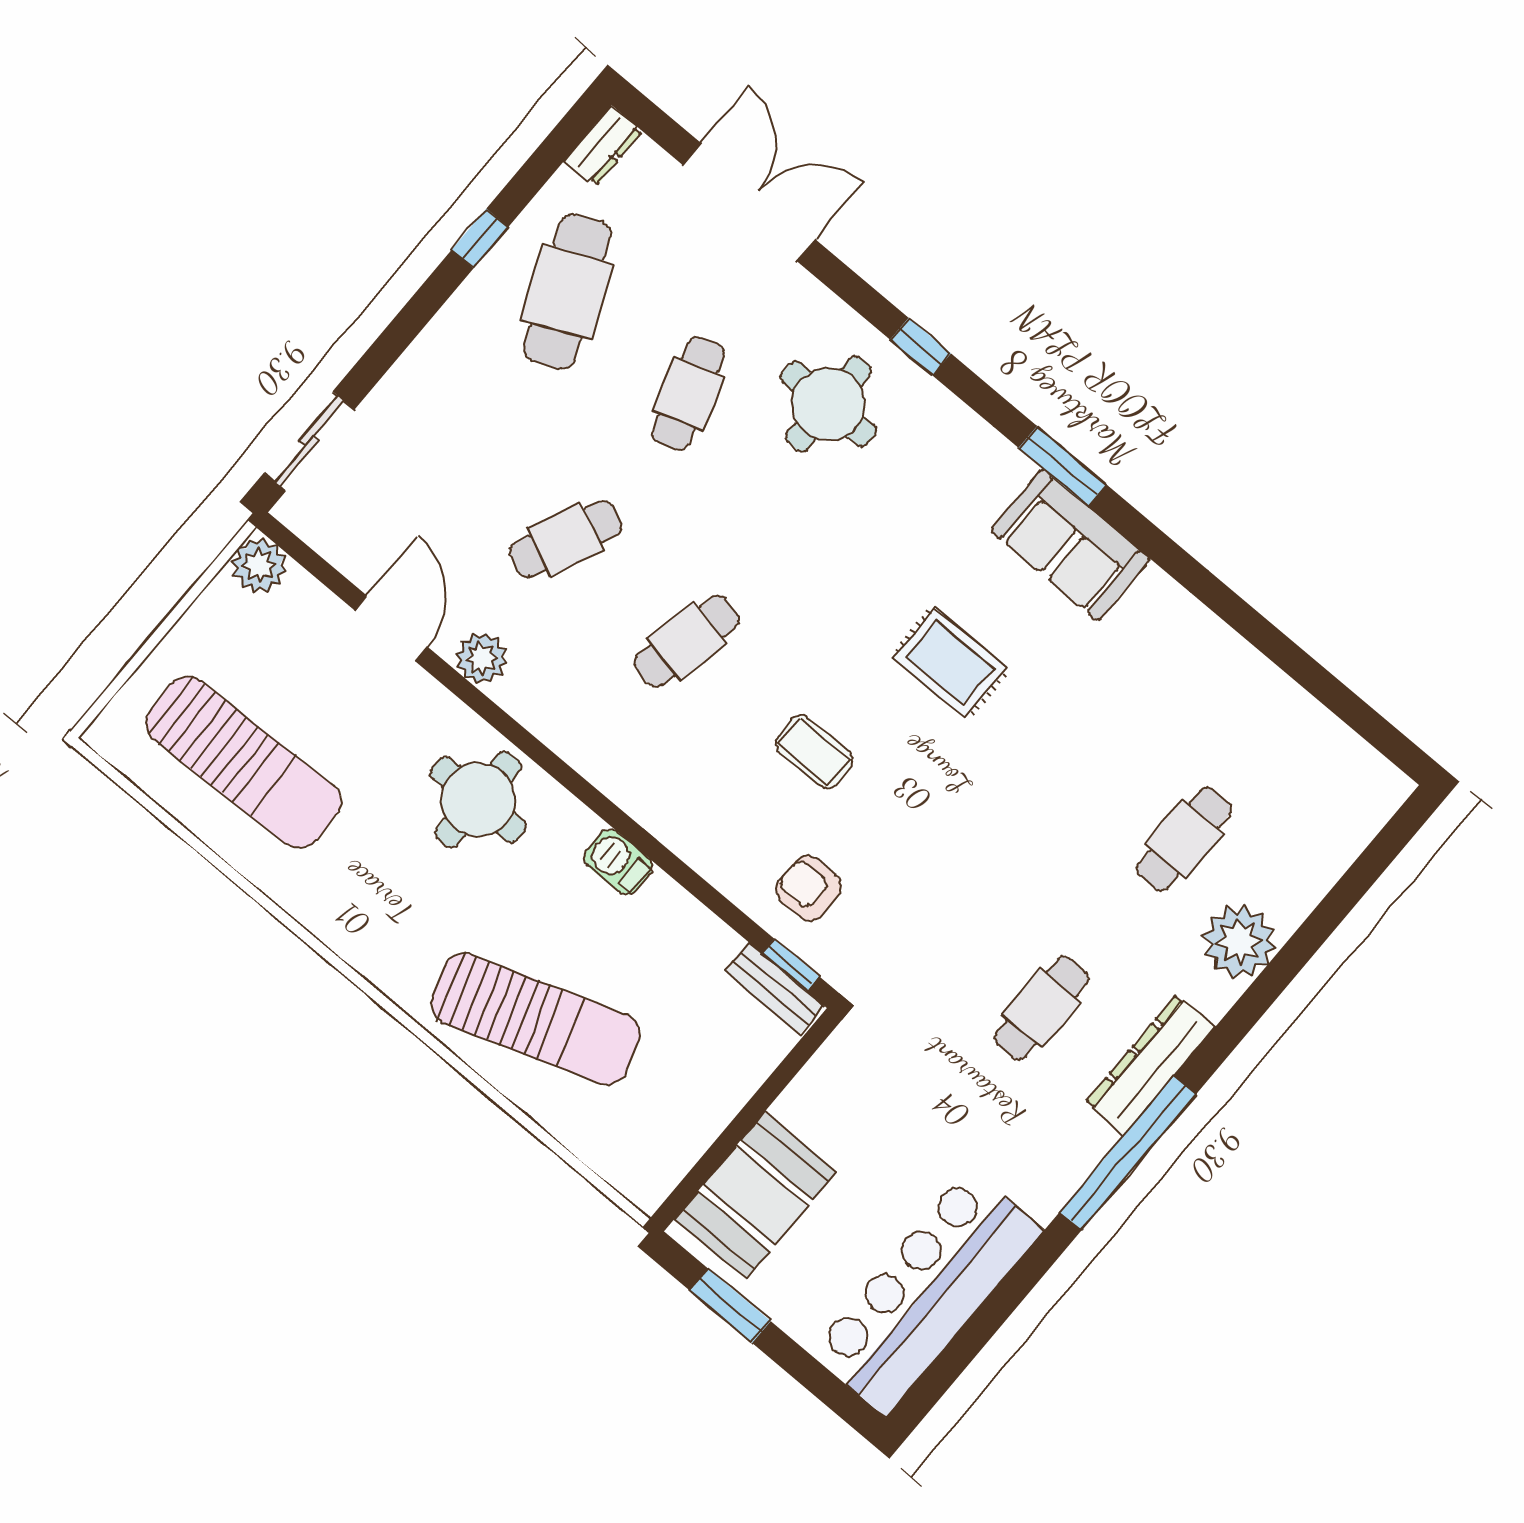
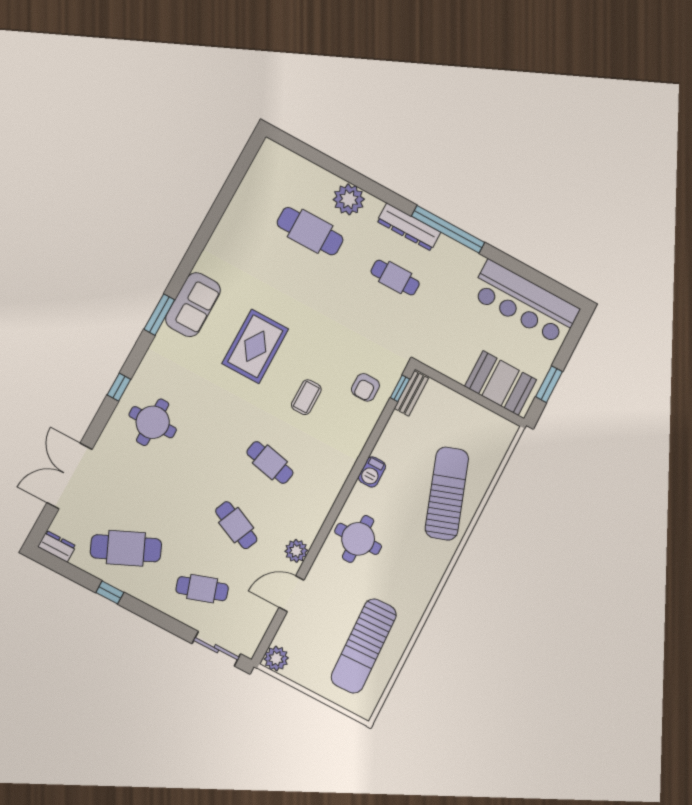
cafe table: (688, 394) -> (202, 589), moved
rug: (950, 663) -> (255, 346), width x1.36, depth x1.43
sun lounger: (243, 762) -> (364, 646), turned 180
cafe table: (1184, 839) -> (310, 231), width x1.37, depth x1.35

